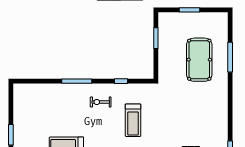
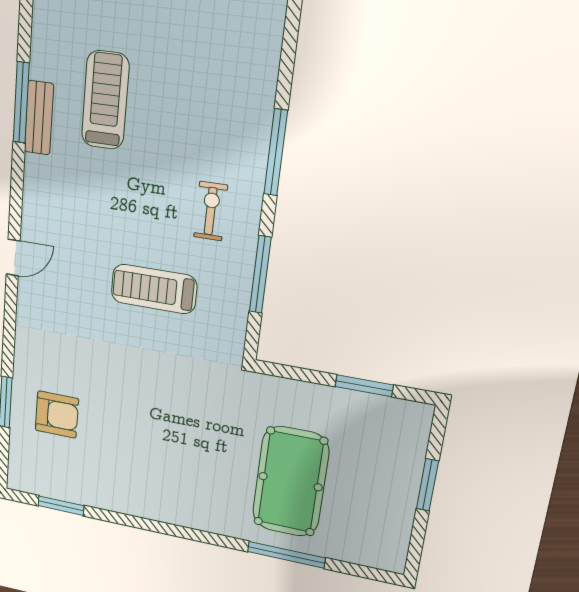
pool table: (199, 60) -> (290, 482), turned 90
window: (121, 81) -> (260, 275), width x2.17

